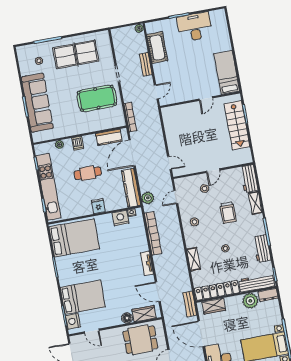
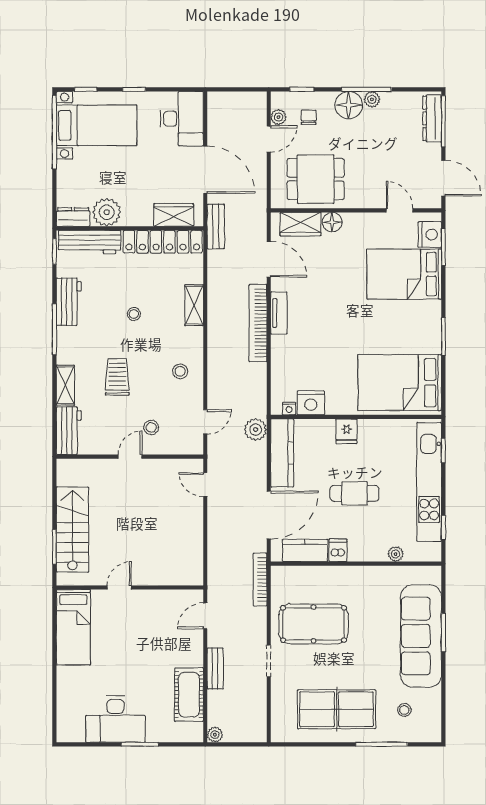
dishwasher: (78, 143) -> (338, 550), moved
bookcase: (153, 233) -> (258, 323), moved

